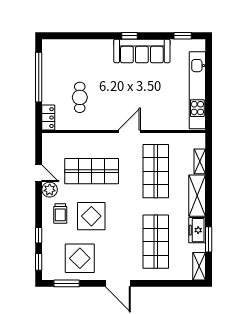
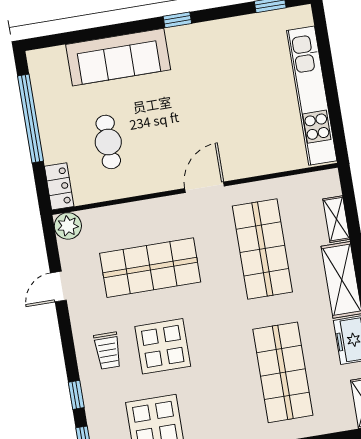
sofa: (142, 51) -> (118, 57), moved
door: (39, 173) -> (58, 287), swing flipped
plant: (50, 190) -> (68, 226), moved

